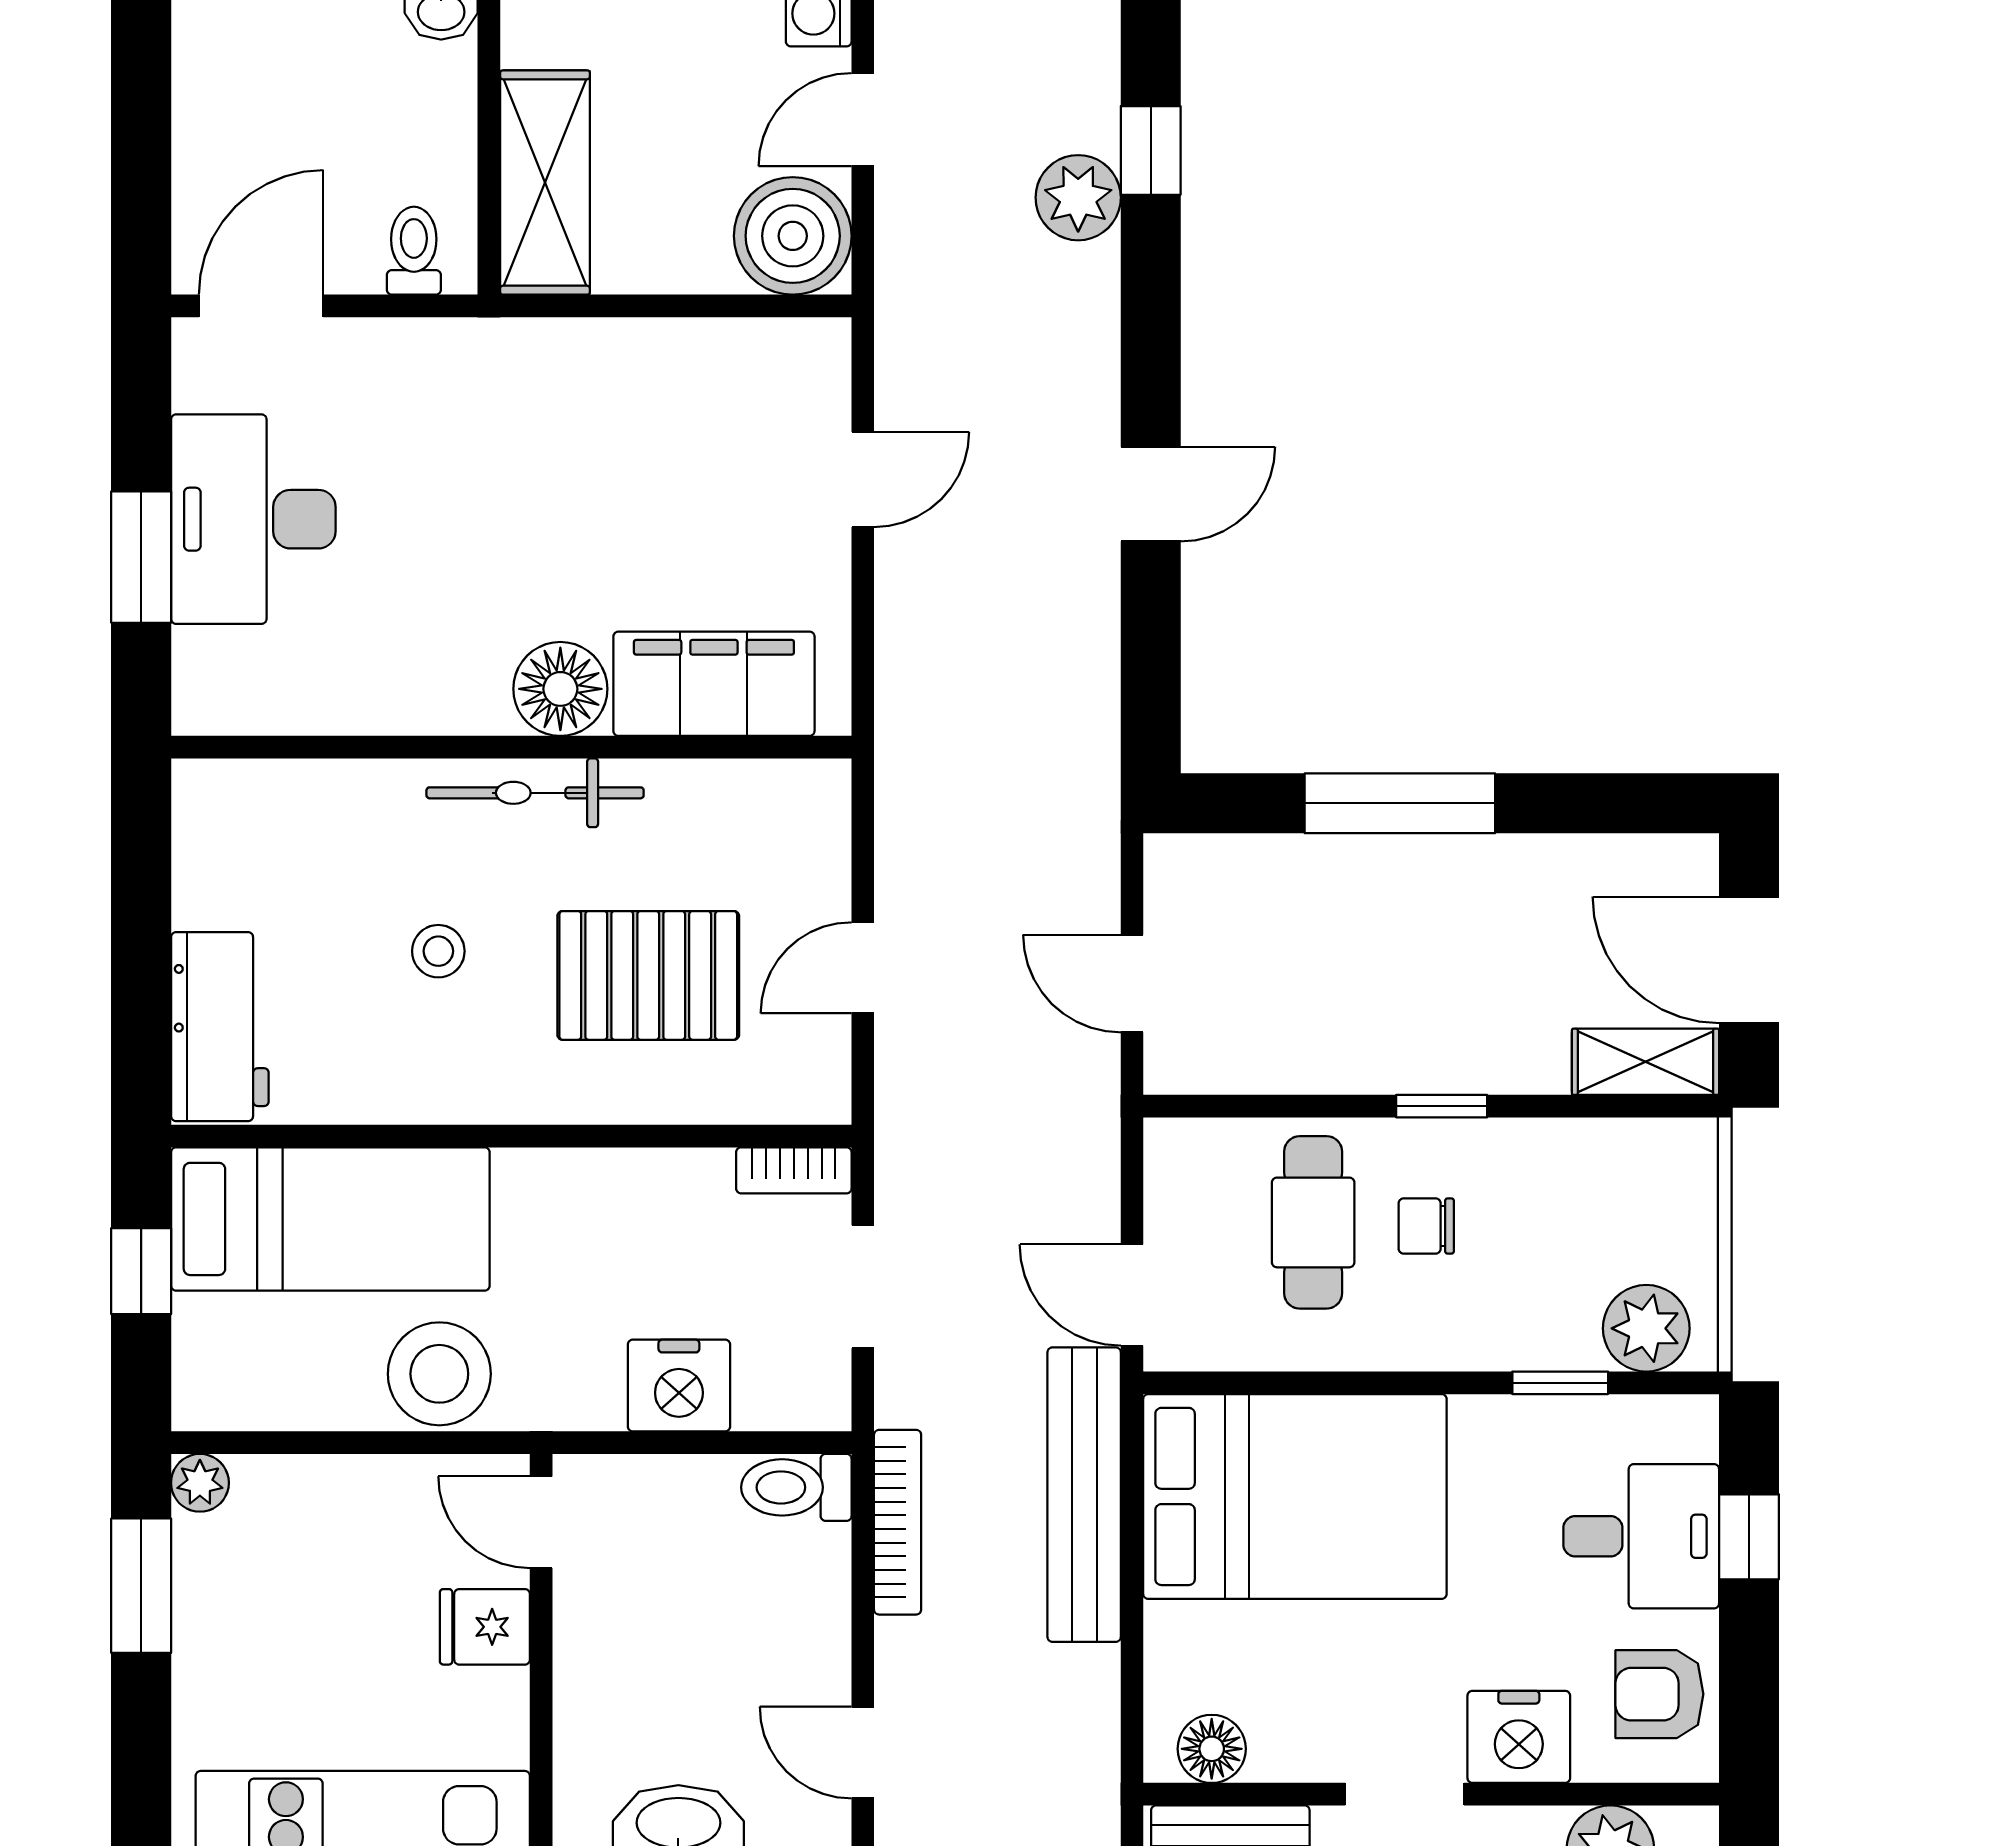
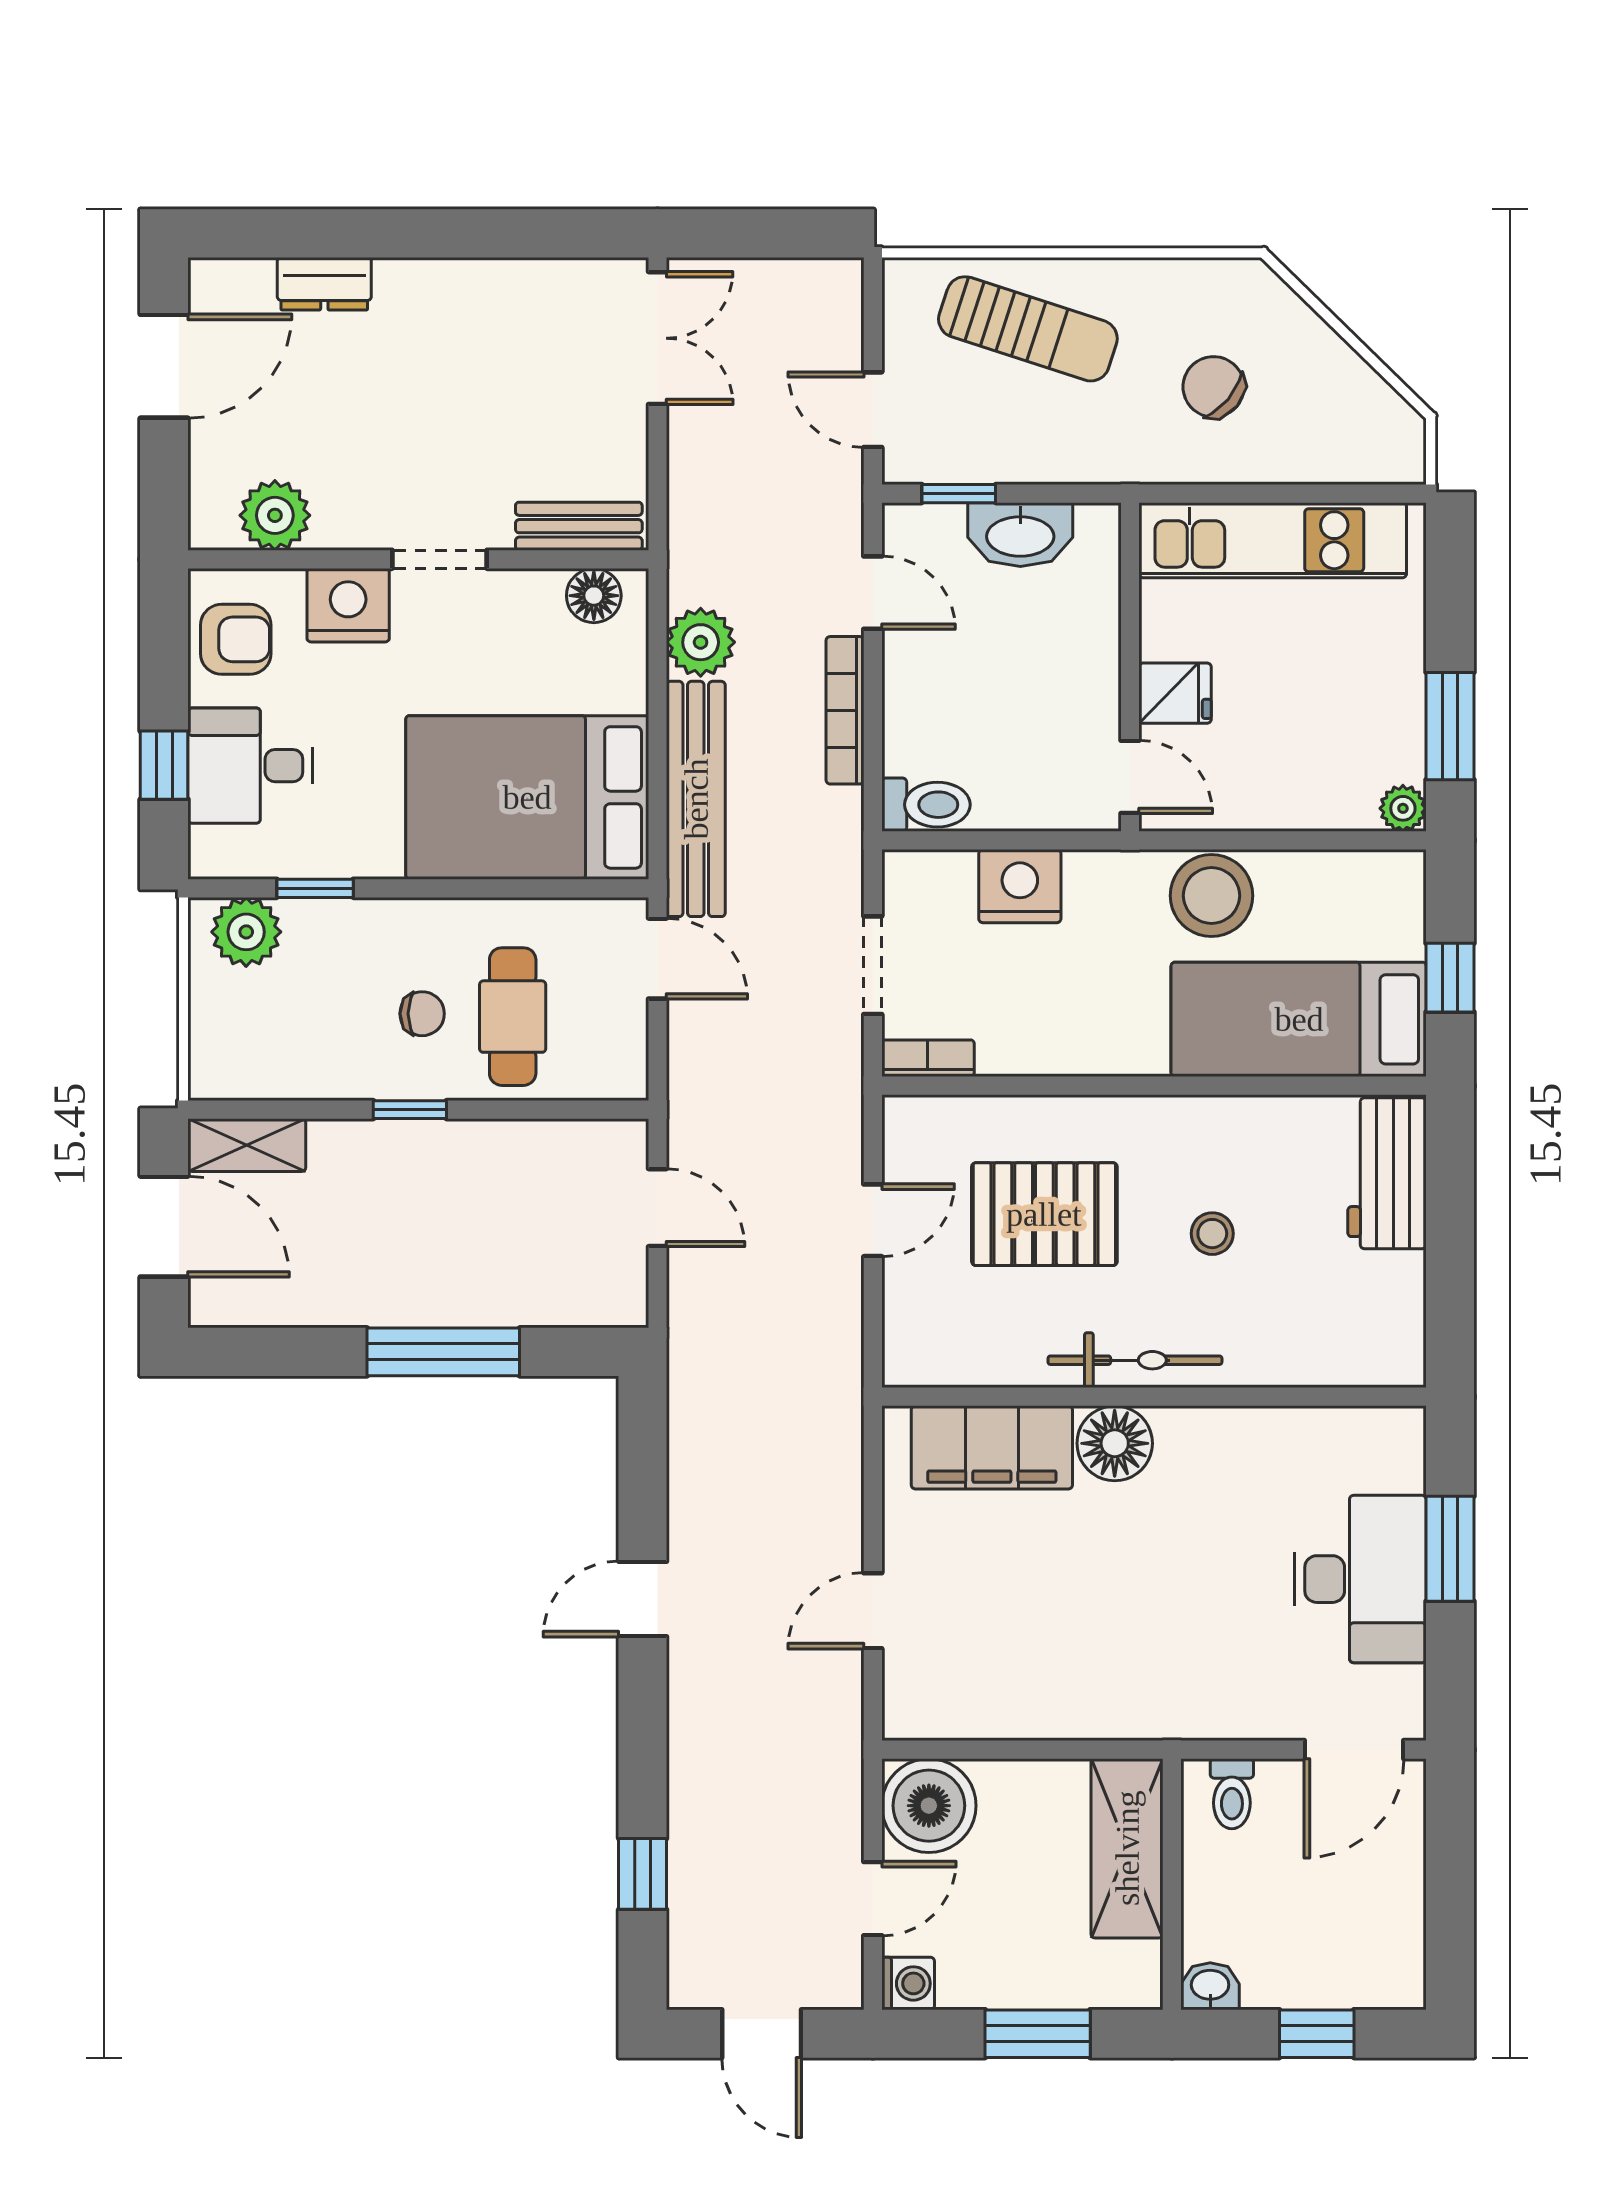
plant: (1078, 198) -> (701, 642), moved
bookcase: (898, 1522) -> (845, 710), moved

